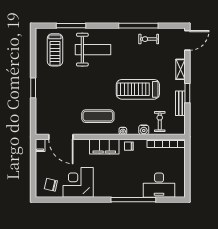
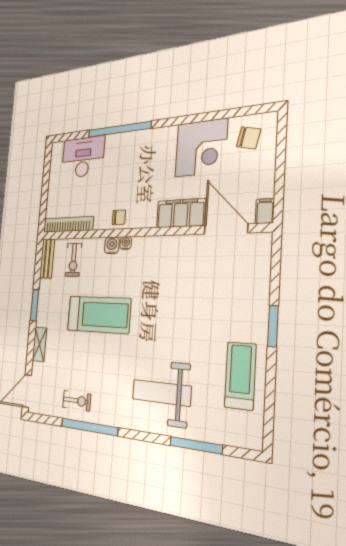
treadmill: (55, 50) -> (240, 376), moved
bench: (180, 103) -> (47, 259), moved
exercise mat: (98, 116) -> (162, 269), removed
water cooler: (144, 130) -> (112, 245), moved
filing cabinet: (104, 147) -> (181, 213), moved

